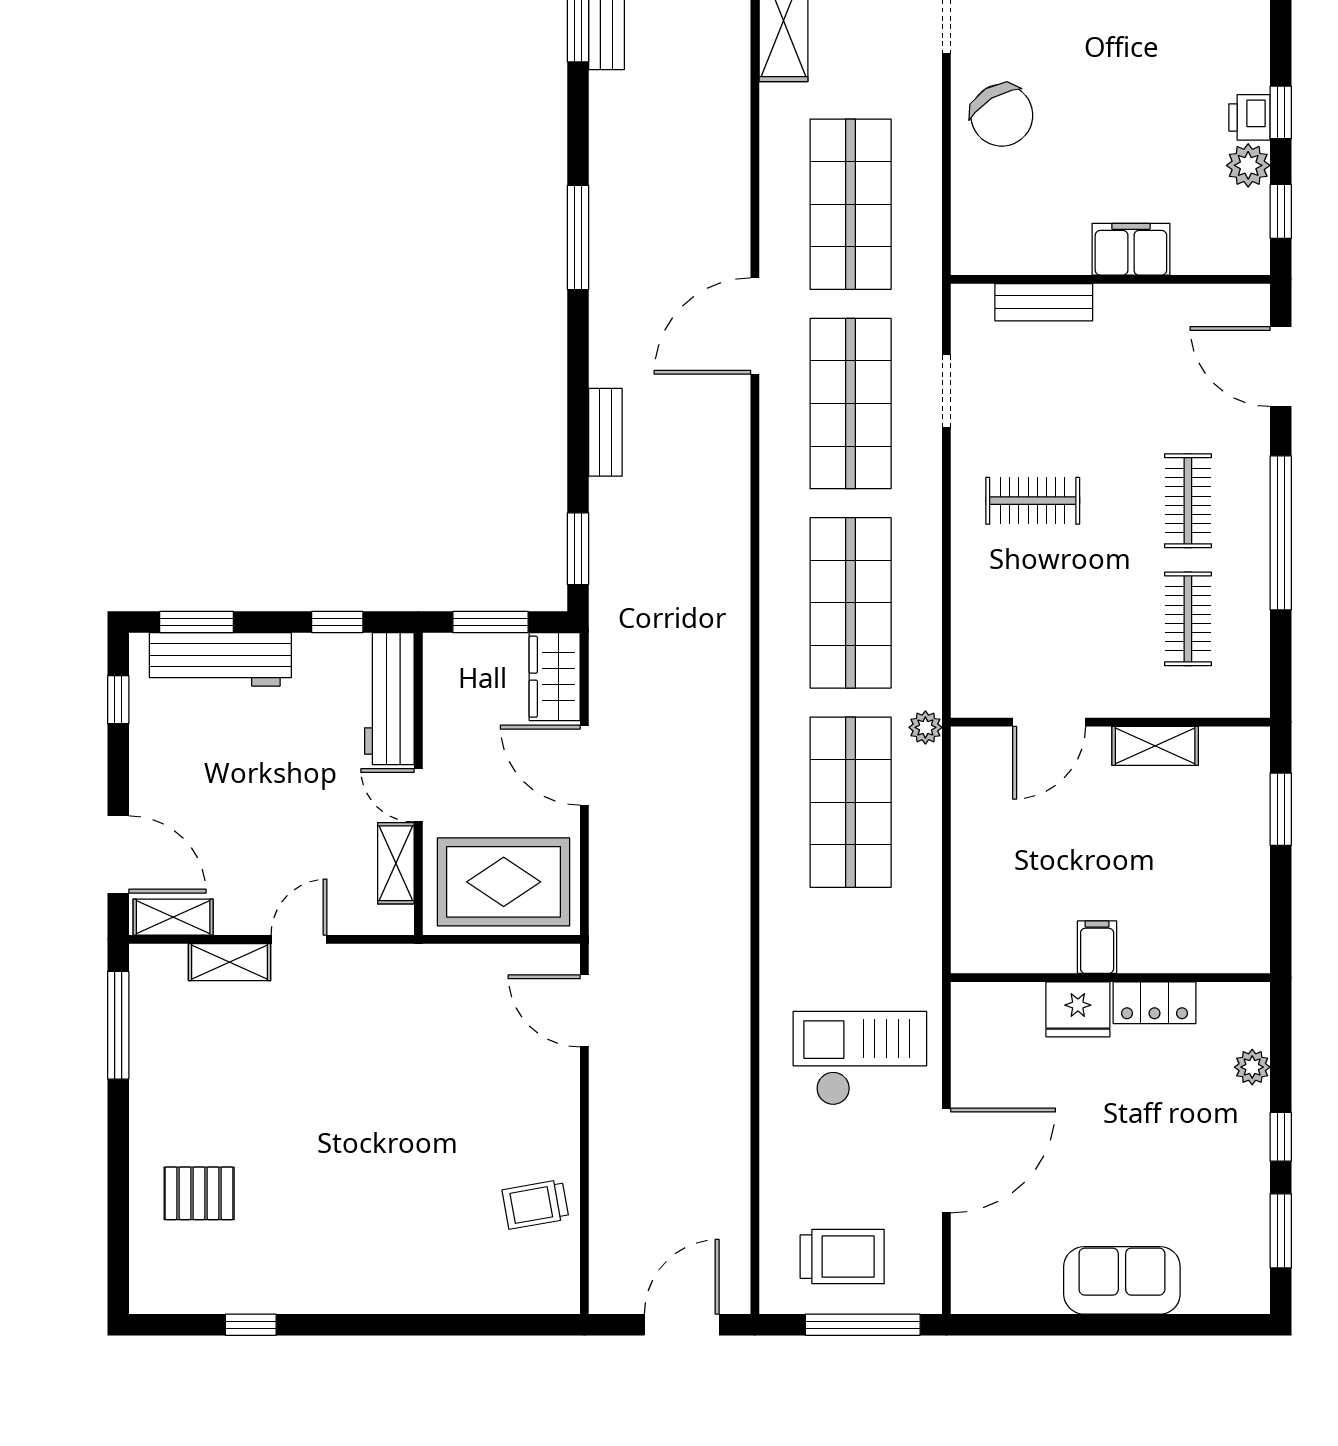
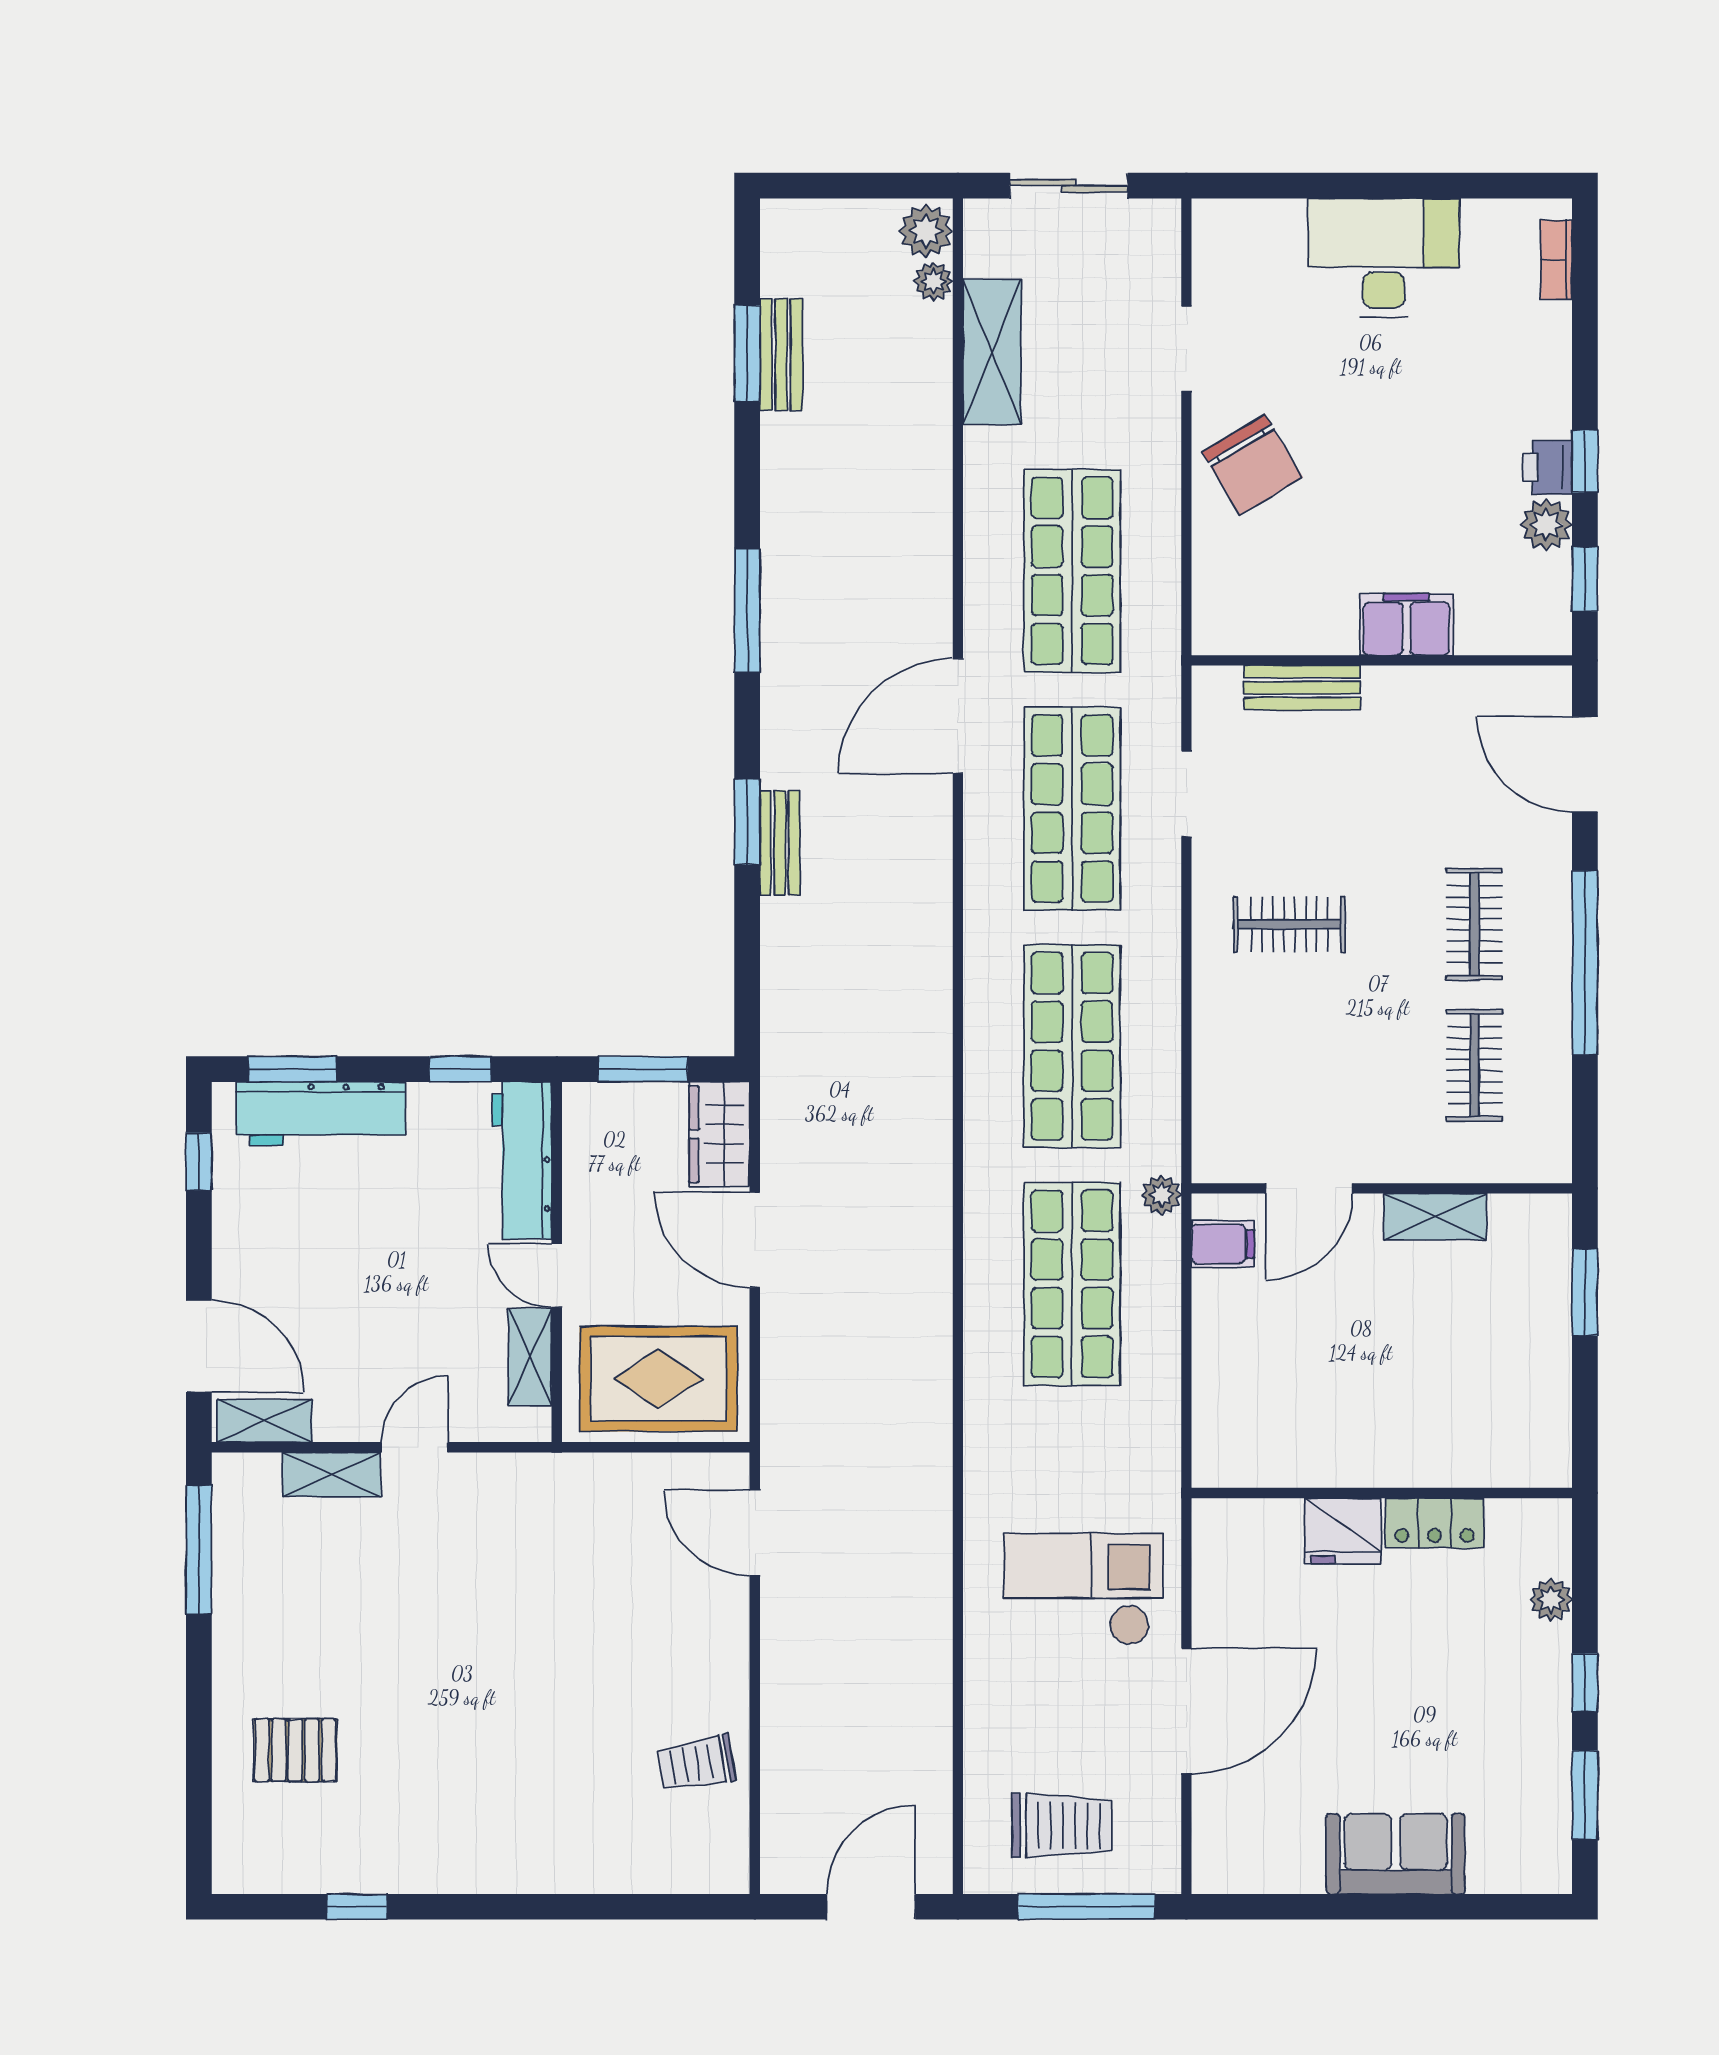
window: (578, 549) -> (747, 822), moved
filing cabinet: (1097, 947) -> (1223, 1244), moved, turned 90

